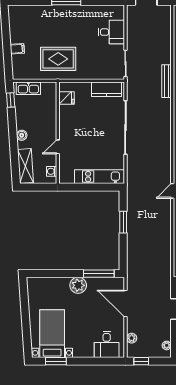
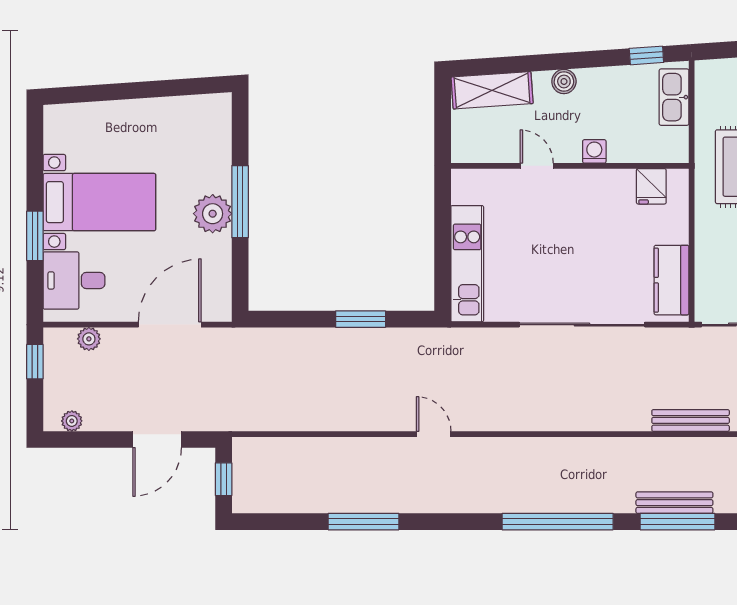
washing machine: (52, 171) -> (594, 151), moved
window: (99, 274) -> (240, 202), moved
bed with nightstands: (52, 334) -> (99, 202), moved
window: (56, 361) -> (35, 236), moved

